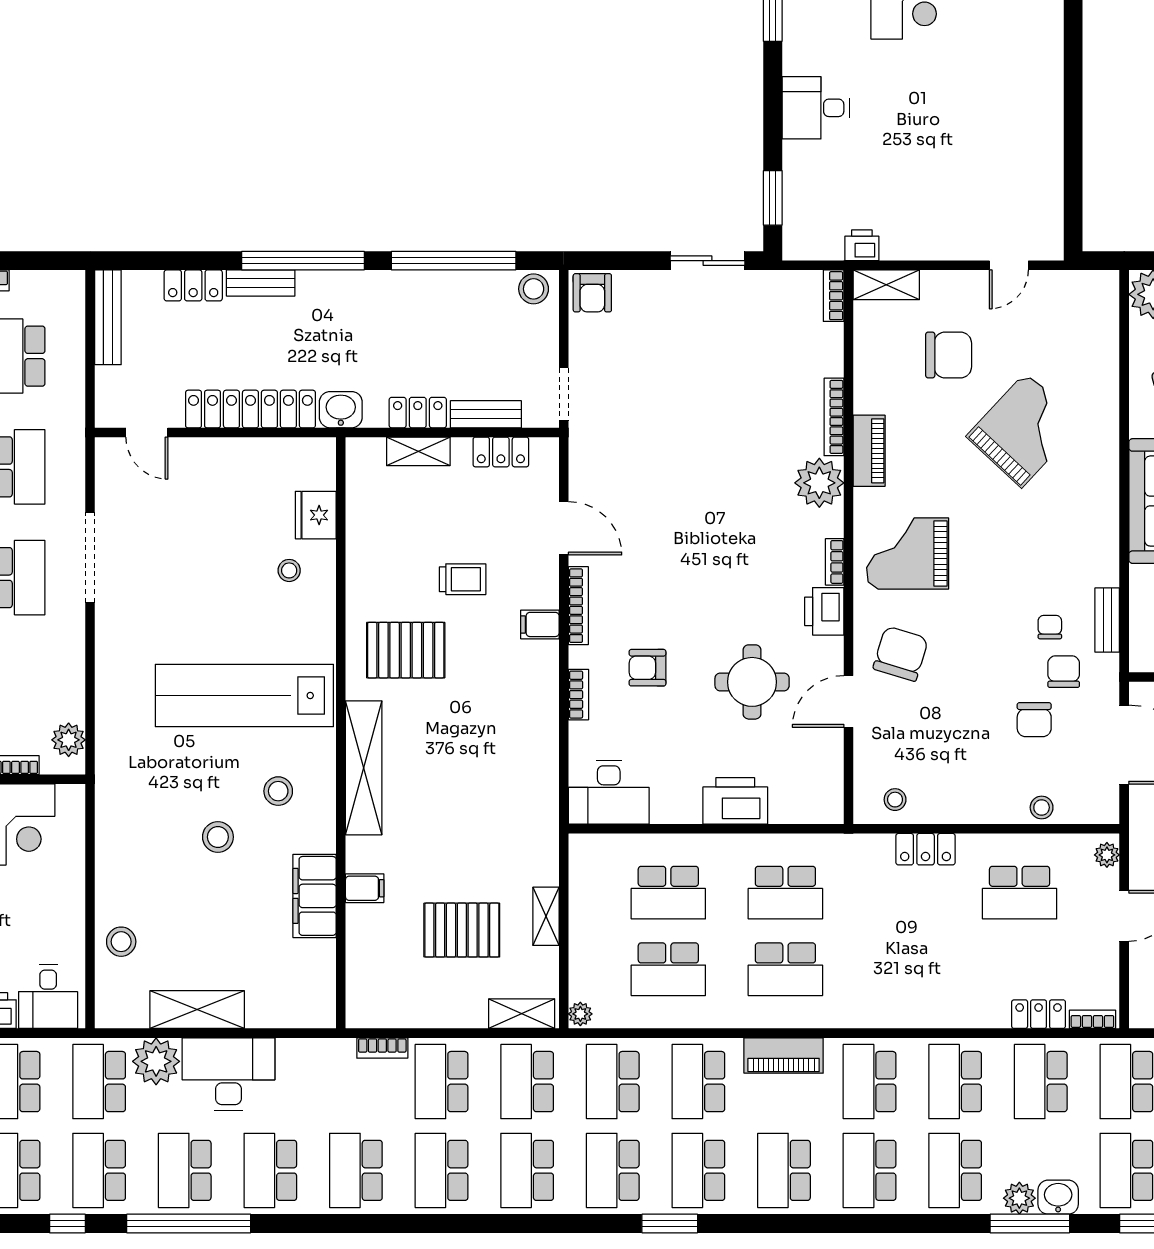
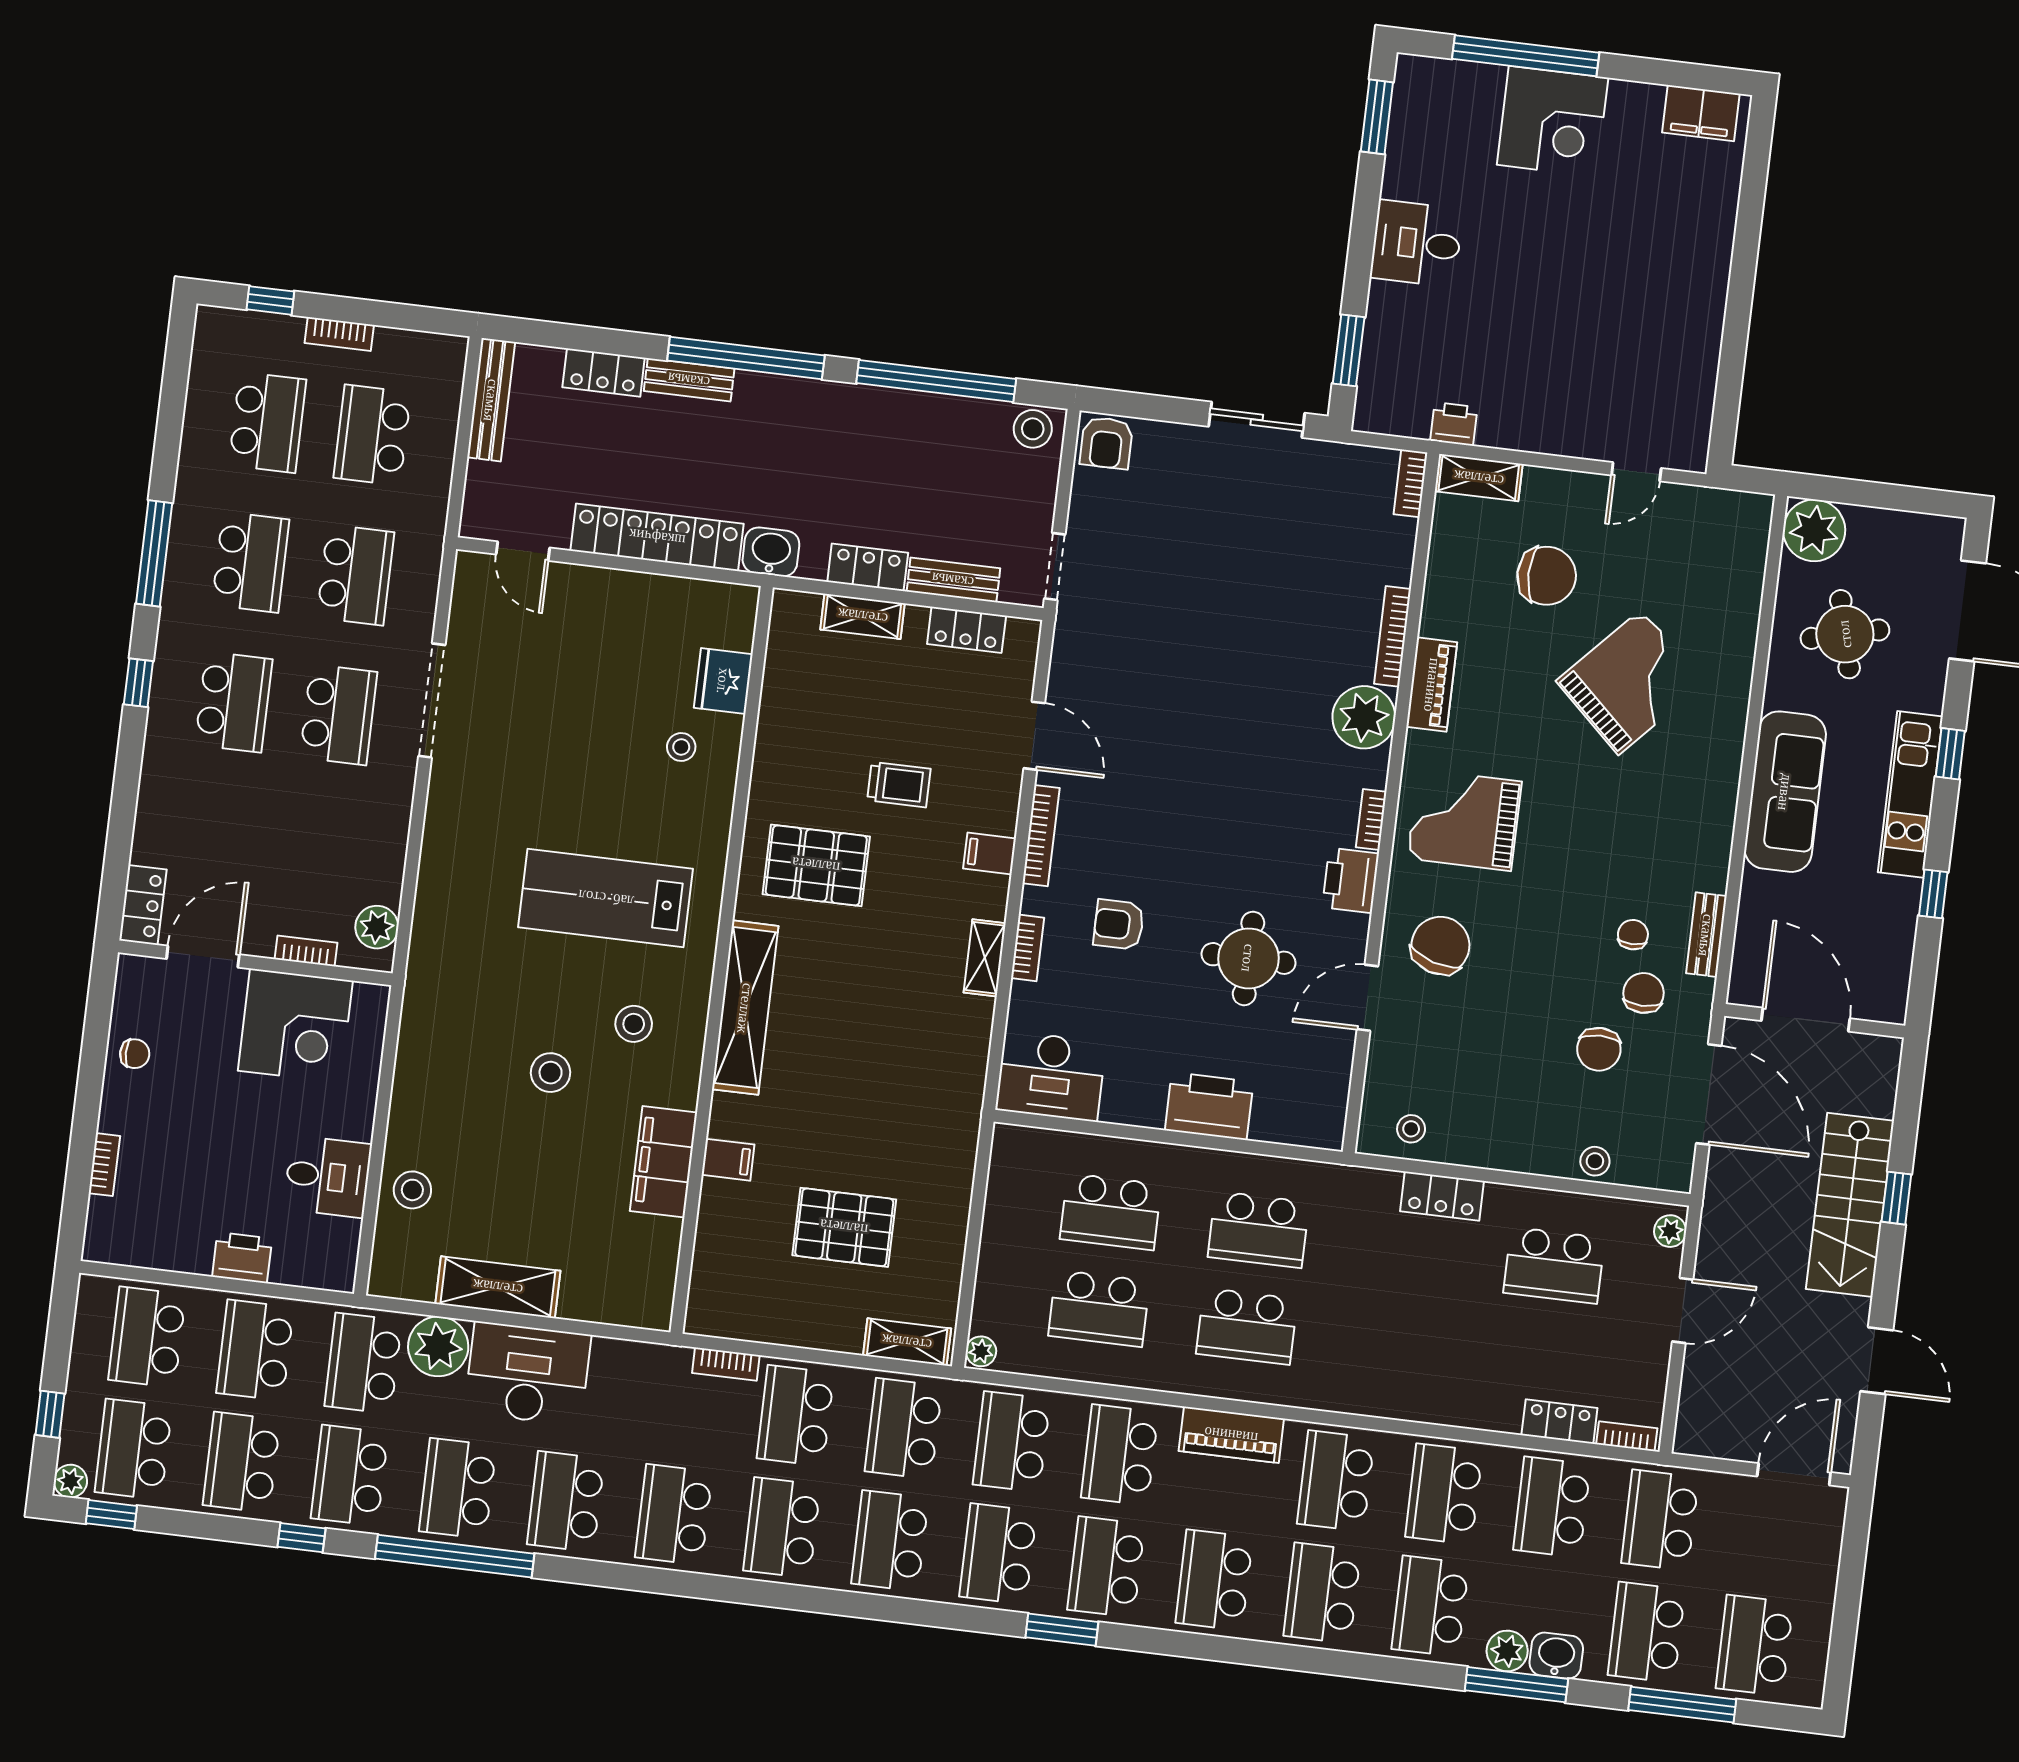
lab bench: (244, 696) -> (606, 898), width x0.73
shelving: (546, 916) -> (985, 958), moved
desk: (48, 997) -> (328, 1177), moved, turned -90

